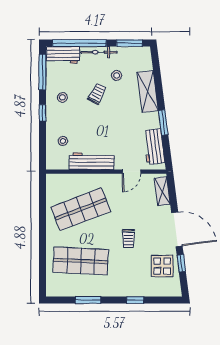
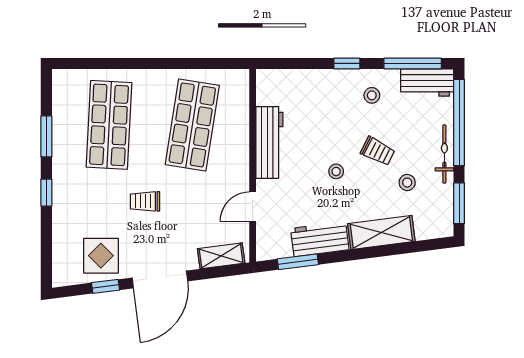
workbench: (63, 55) -> (427, 83), moved, turned -90
window: (163, 123) -> (298, 262), moved
stool: (63, 141) -> (336, 171), moved
workbench: (154, 147) -> (320, 239), moved
door: (132, 172) -> (253, 207), hinge flipped
shop shelf: (81, 209) -> (192, 125), turned 30
window: (135, 300) -> (46, 193), moved

